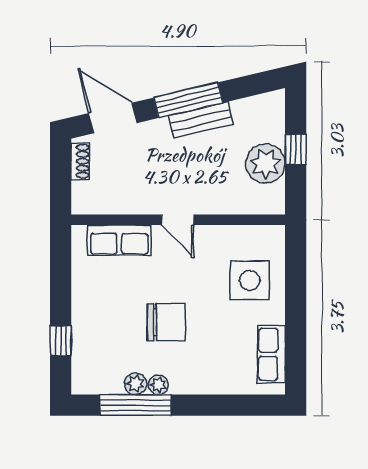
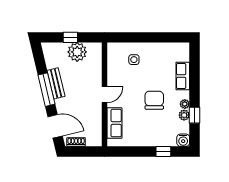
door: (113, 118) -> (55, 126), swing flipped
side table: (250, 280) -> (134, 60), width x0.54, depth x0.54
row of seats: (271, 354) -> (183, 76), moved, turned 90
water cooler: (84, 382) -> (183, 140), added
window: (136, 405) -> (195, 115), width x0.46

